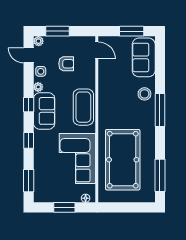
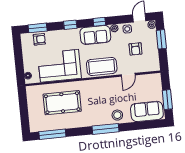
door: (97, 50) -> (128, 75), moved
pool table: (123, 160) -> (62, 103), width x0.73, depth x0.76
armchair: (43, 180) -> (39, 39), added
window: (64, 207) -> (19, 59), removed

